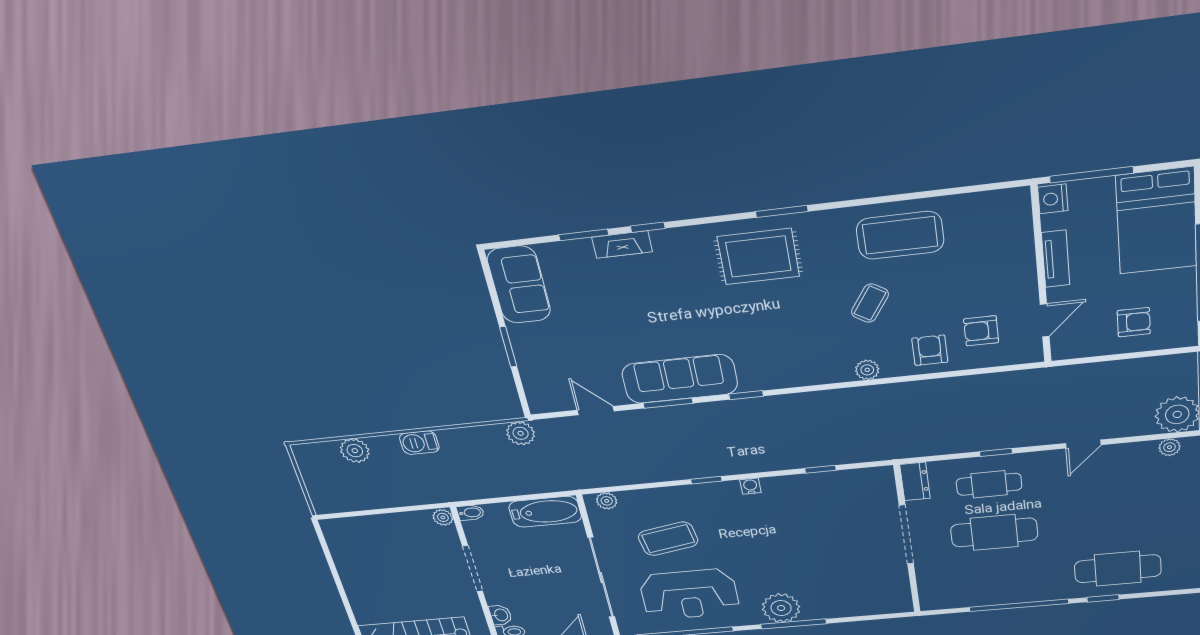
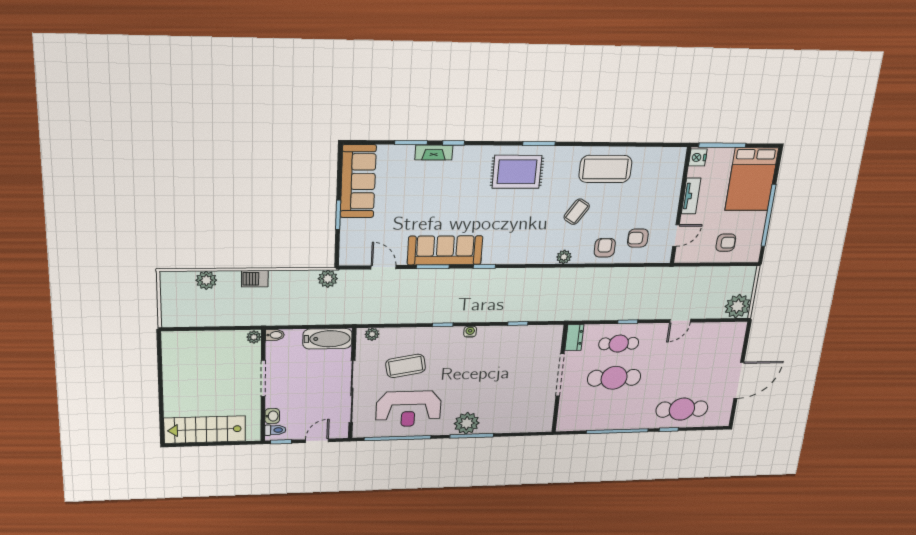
sofa: (519, 285) -> (358, 181), width x1.36
plant: (1169, 447) -> (729, 328), removed

